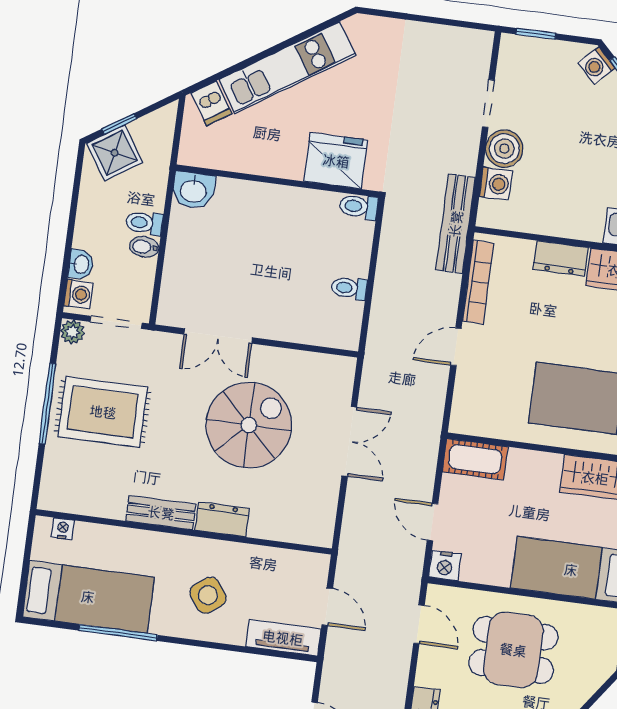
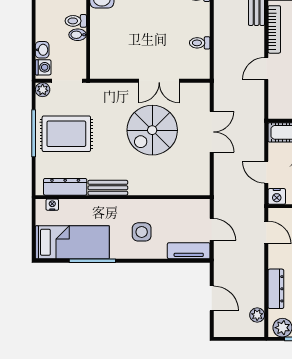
double door: (218, 336) -> (159, 81), moved
spiral stairs: (249, 425) -> (152, 130), turned 180
dresser: (222, 519) -> (65, 187), moved, width x1.44
side table: (208, 595) -> (142, 232), turned 36

